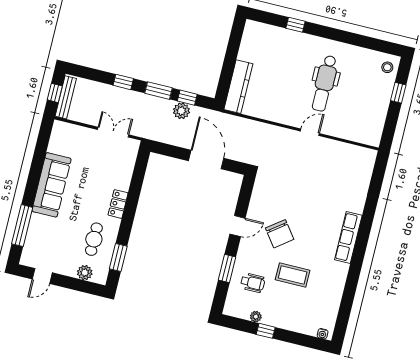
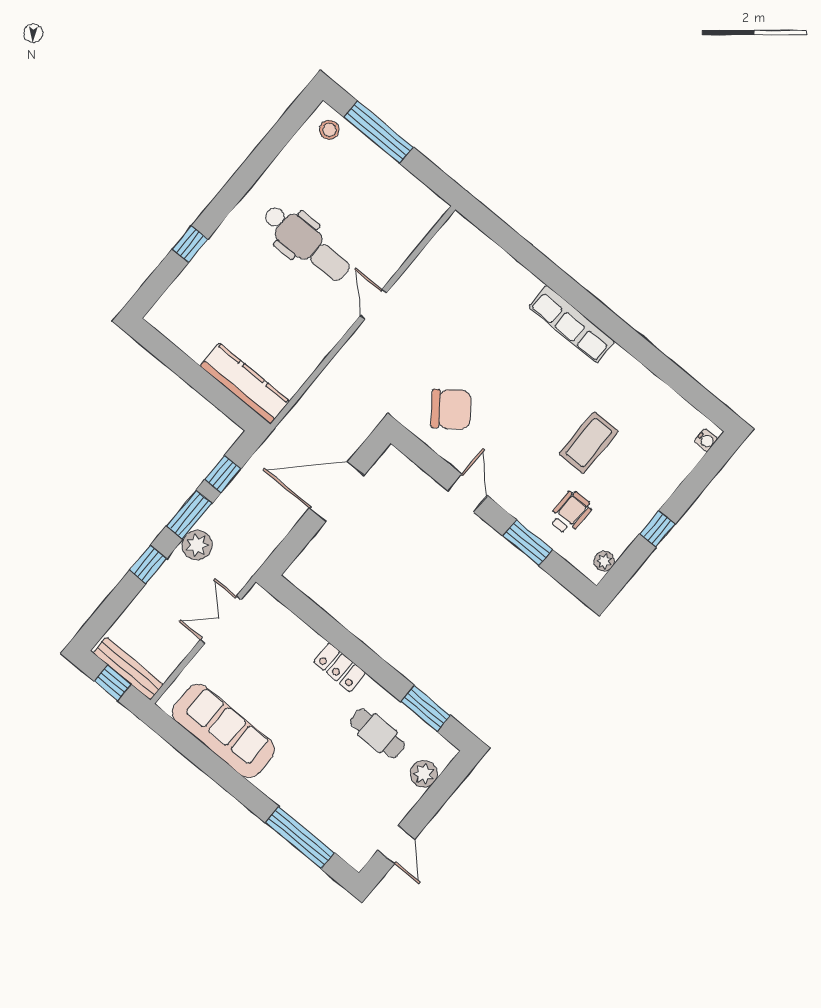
window: (398, 93) -> (378, 132), width x2.17
plant: (181, 111) -> (197, 545), moved
sofa: (51, 185) -> (223, 731), moved
chair: (280, 234) -> (451, 409), moved
plant: (256, 317) -> (604, 561), moved

